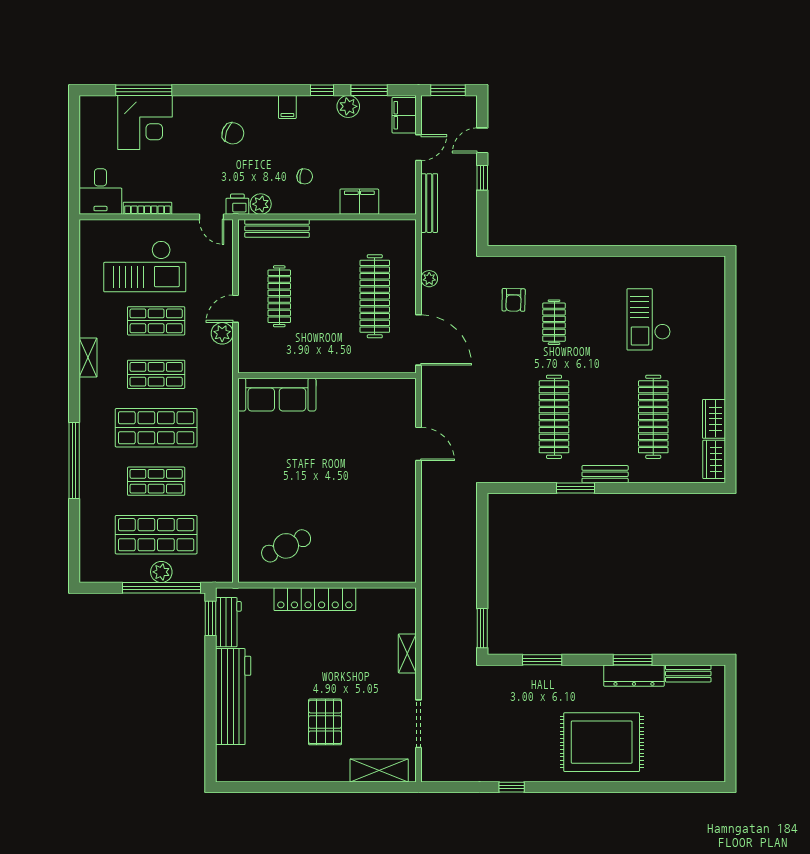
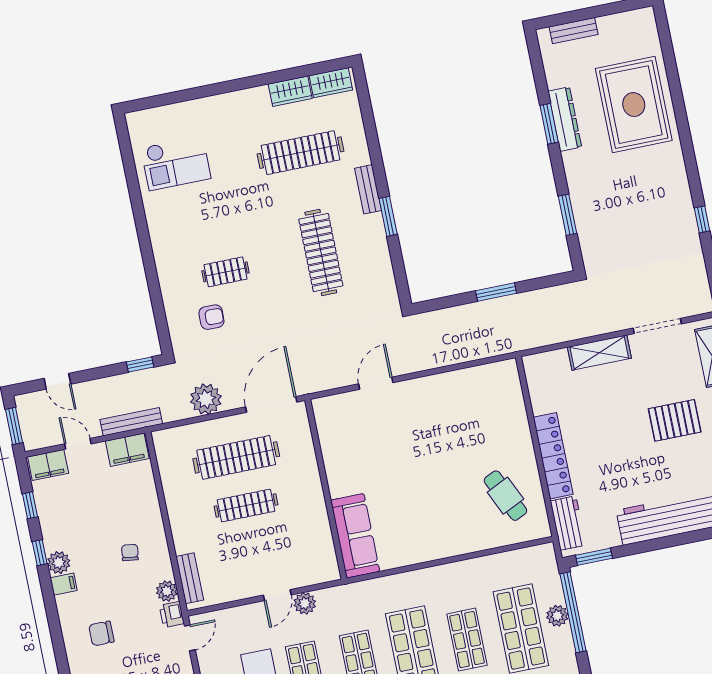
window: (369, 90) -> (30, 505), width x0.67
plant: (348, 106) -> (59, 563), moved
chair: (233, 133) -> (101, 633), turned -110
window: (482, 178) -> (140, 364), moved
filing cabinet: (359, 202) -> (127, 450), moved, turned -90
bench: (277, 228) -> (190, 578), width x0.73
plant: (429, 279) -> (206, 399), width x1.88, depth x1.88
clothes rail: (279, 296) -> (246, 506), moved
door: (235, 309) -> (277, 595), hinge flipped
checkout: (649, 319) -> (176, 163), moved
clothes rail: (554, 417) -> (321, 252), turned 90
workbench: (228, 622) -> (568, 523), moved, turned 90
window: (482, 628) -> (496, 292), moved
shelving: (407, 653) -> (599, 353), width x1.50, depth x1.33
bench: (688, 673) -> (574, 31), moved, turned 90
rug: (602, 742) -> (634, 105), moved

